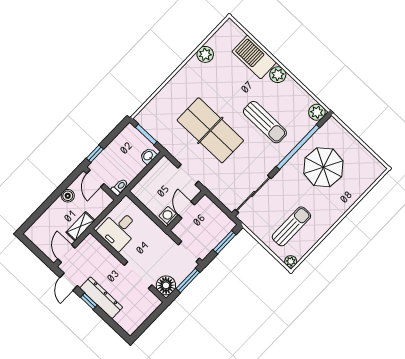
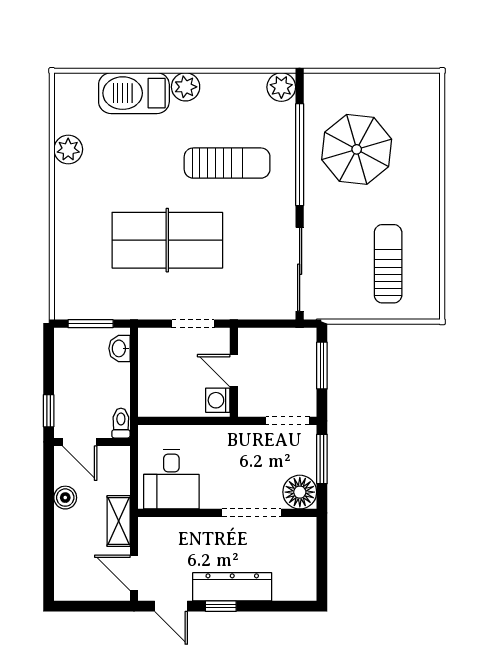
plant: (291, 261) -> (430, 309), removed

